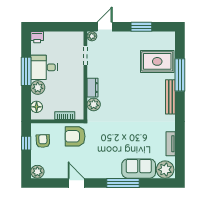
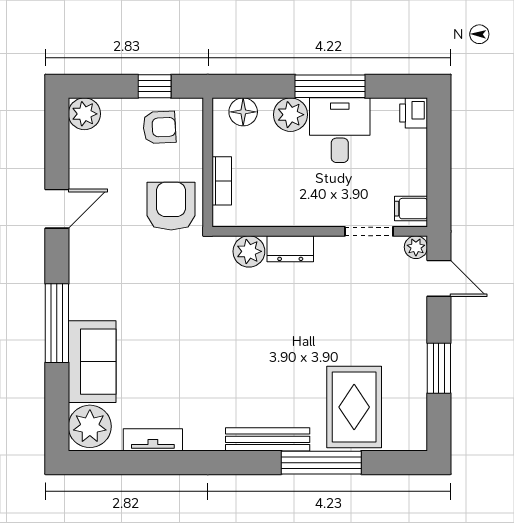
filing cabinet: (76, 38) -> (411, 209), added

